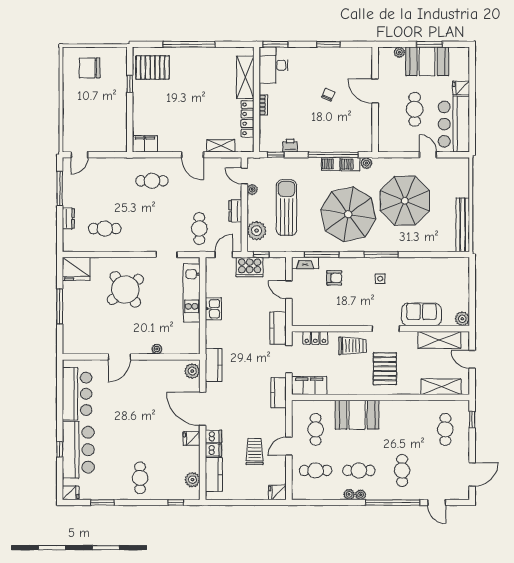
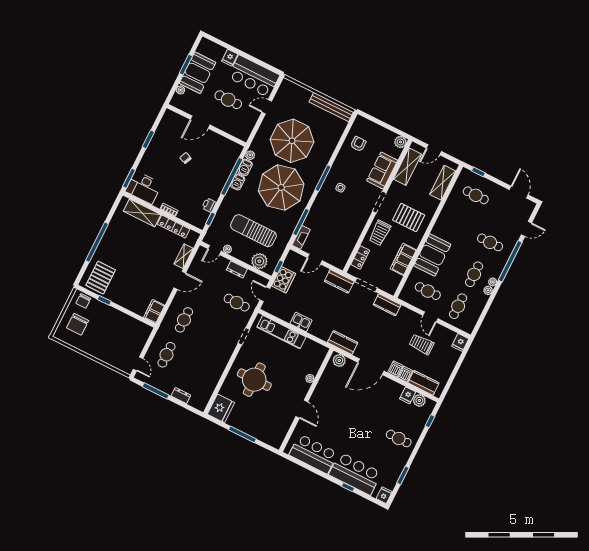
chair: (118, 61) -> (83, 301), added
cafe table: (105, 229) -> (166, 355), moved
armchair: (334, 278) -> (358, 144), moved
round table: (125, 289) -> (254, 380), turned 38
trolley: (353, 346) -> (380, 233), turned 180
filing cabinet: (309, 386) -> (403, 259), moved
fridge: (192, 438) -> (408, 395), moved

